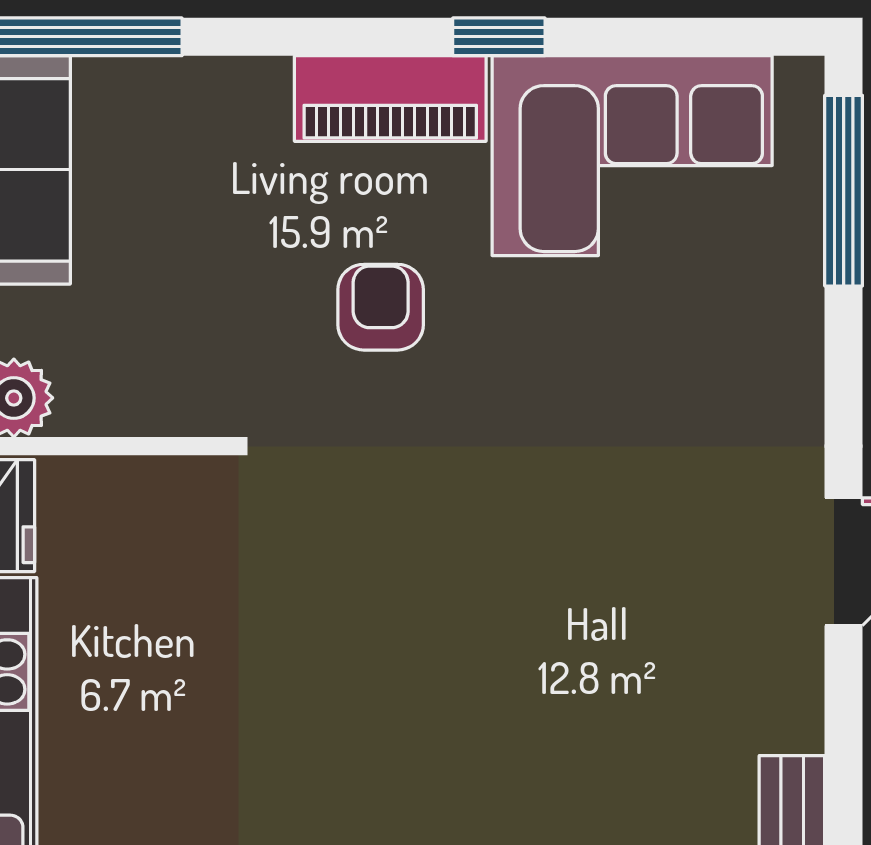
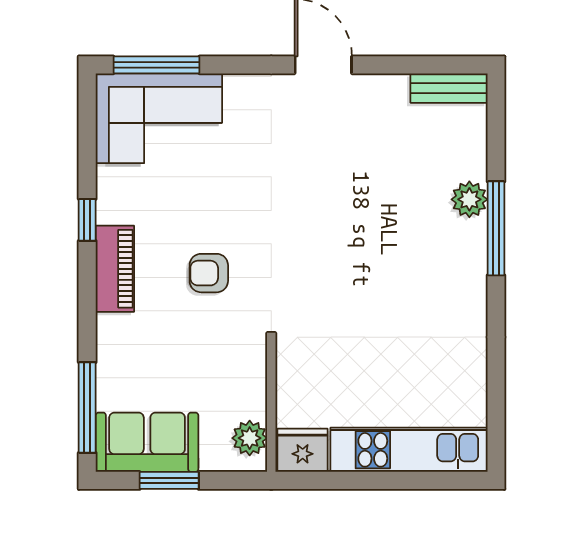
corner sofa: (632, 156) -> (159, 118), moved, turned 90

